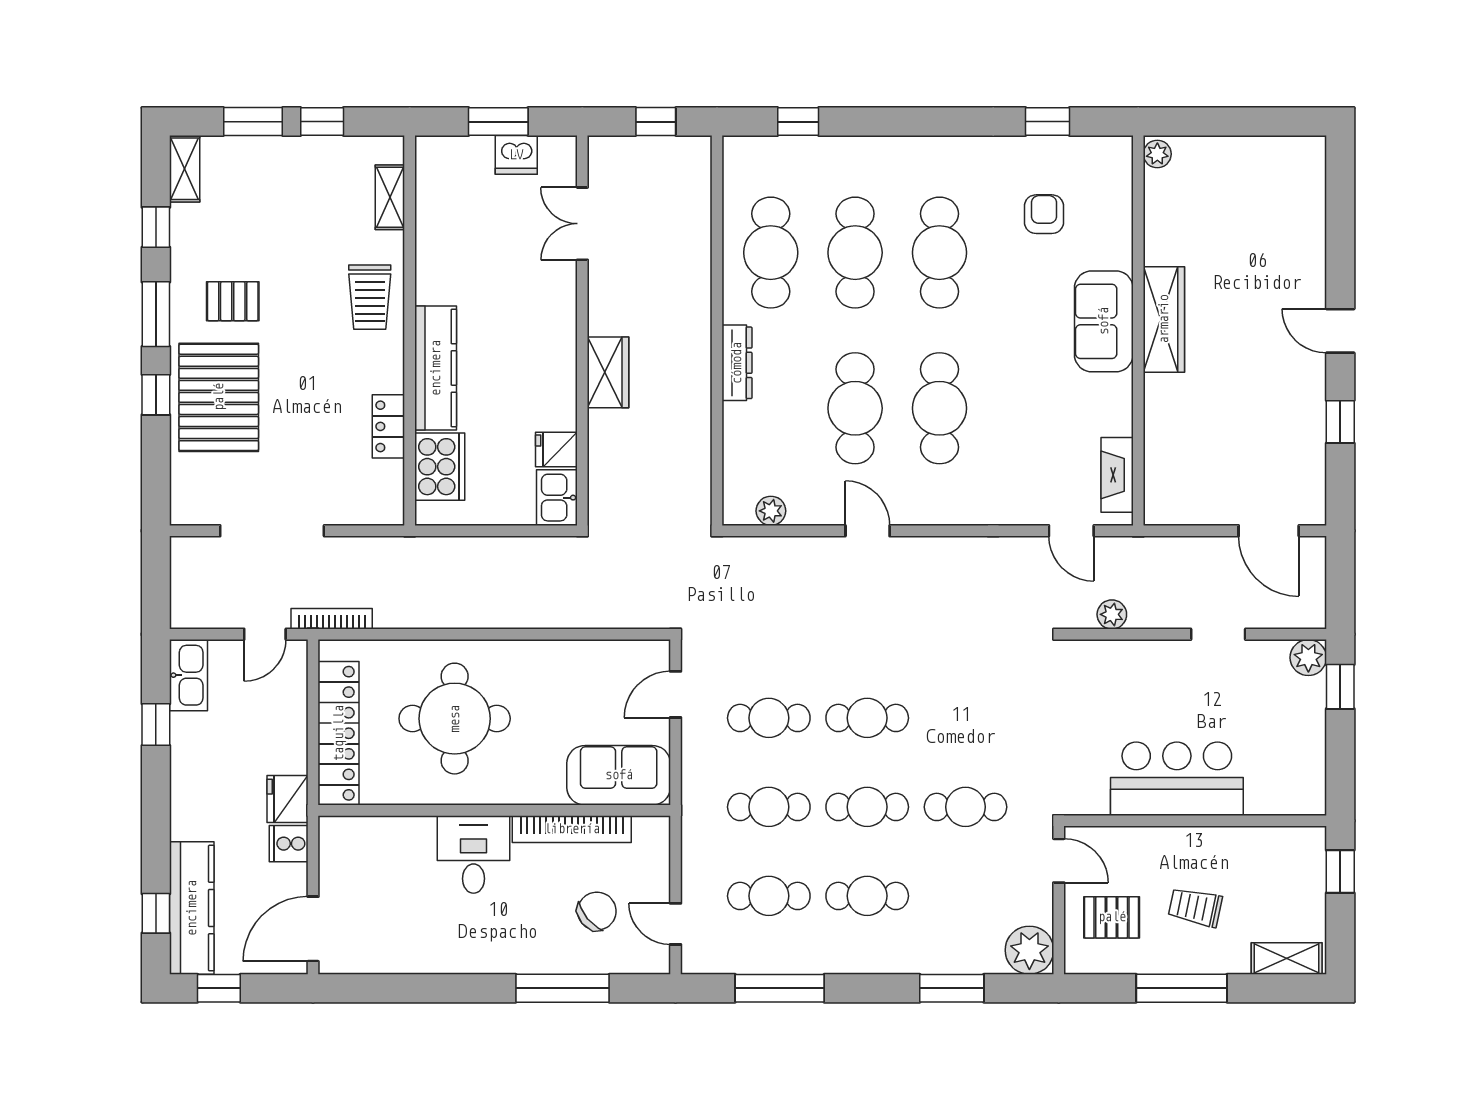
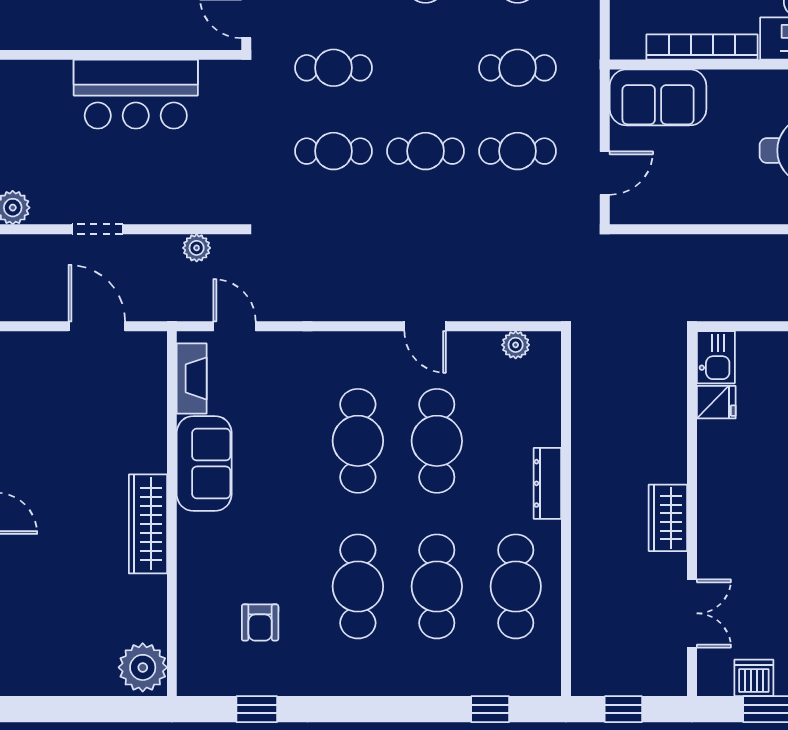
plant: (1157, 154) -> (143, 667), width x1.87, depth x1.87
sofa: (1104, 321) -> (204, 463), moved
wardrobe: (608, 372) -> (668, 518), moved
door: (1269, 531) -> (97, 326), moved
cafe table: (867, 807) -> (334, 151), moved

